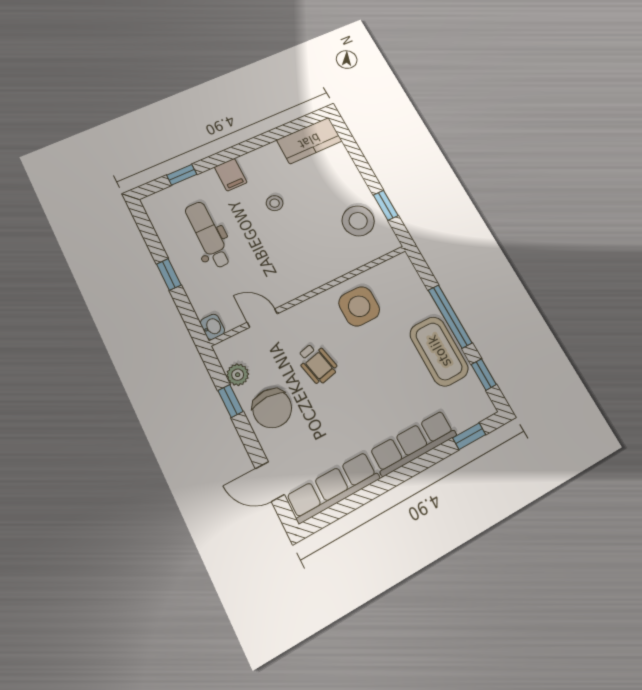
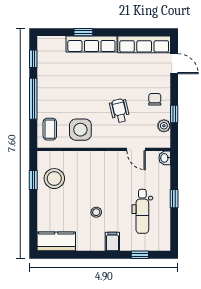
coffee table: (439, 351) -> (50, 129), moved, width x0.54, depth x0.58
chair: (272, 408) -> (155, 99), width x0.54, depth x0.54
window: (469, 436) -> (83, 32), moved

